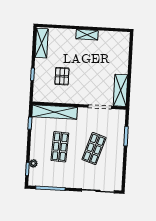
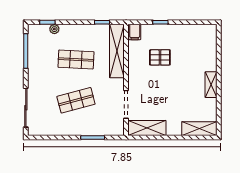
shelving: (42, 43) -> (199, 129), moved
filing cabinet: (39, 96) -> (135, 32), added
shop shelf: (94, 149) -> (76, 100), turned -33

